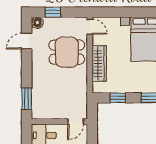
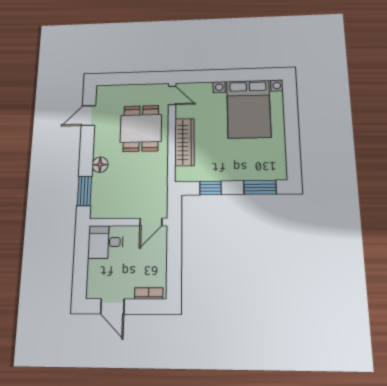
window: (53, 12) -> (124, 79), removed
floor lamp: (37, 23) -> (100, 165), moved
dining table: (67, 52) -> (141, 128), turned 90

